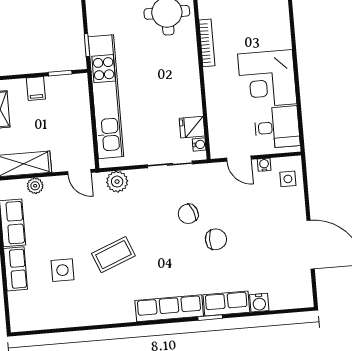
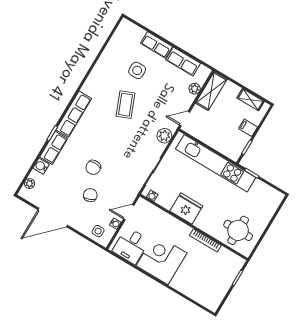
fridge: (192, 127) -> (186, 208), moved, width x1.88, depth x1.34
chair: (188, 214) -> (90, 195), moved
plant: (290, 302) -> (30, 184), added

